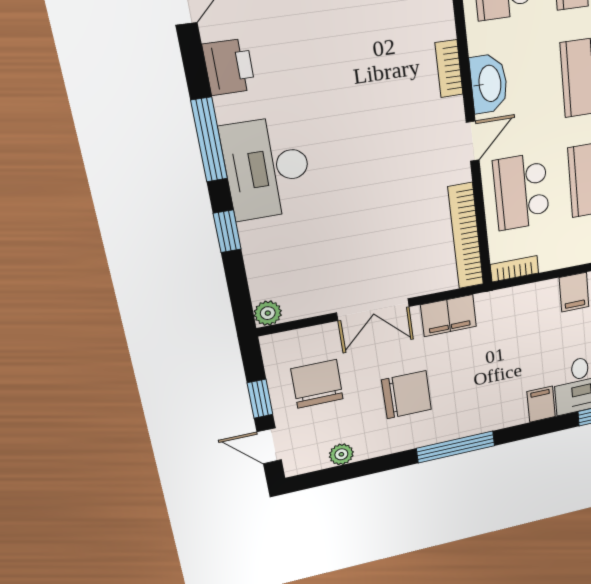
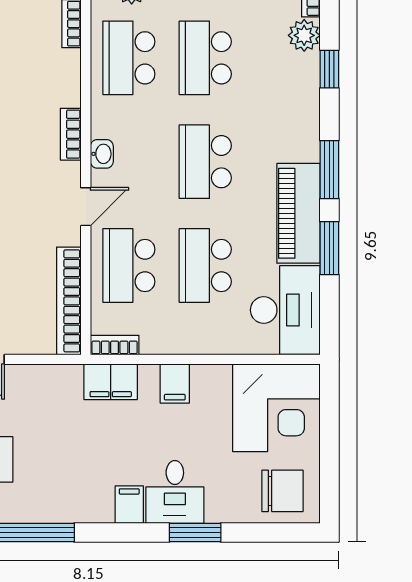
washbasin: (489, 84) -> (102, 154), width x0.52, depth x0.69
filing cabinet: (449, 316) -> (111, 382), moved

